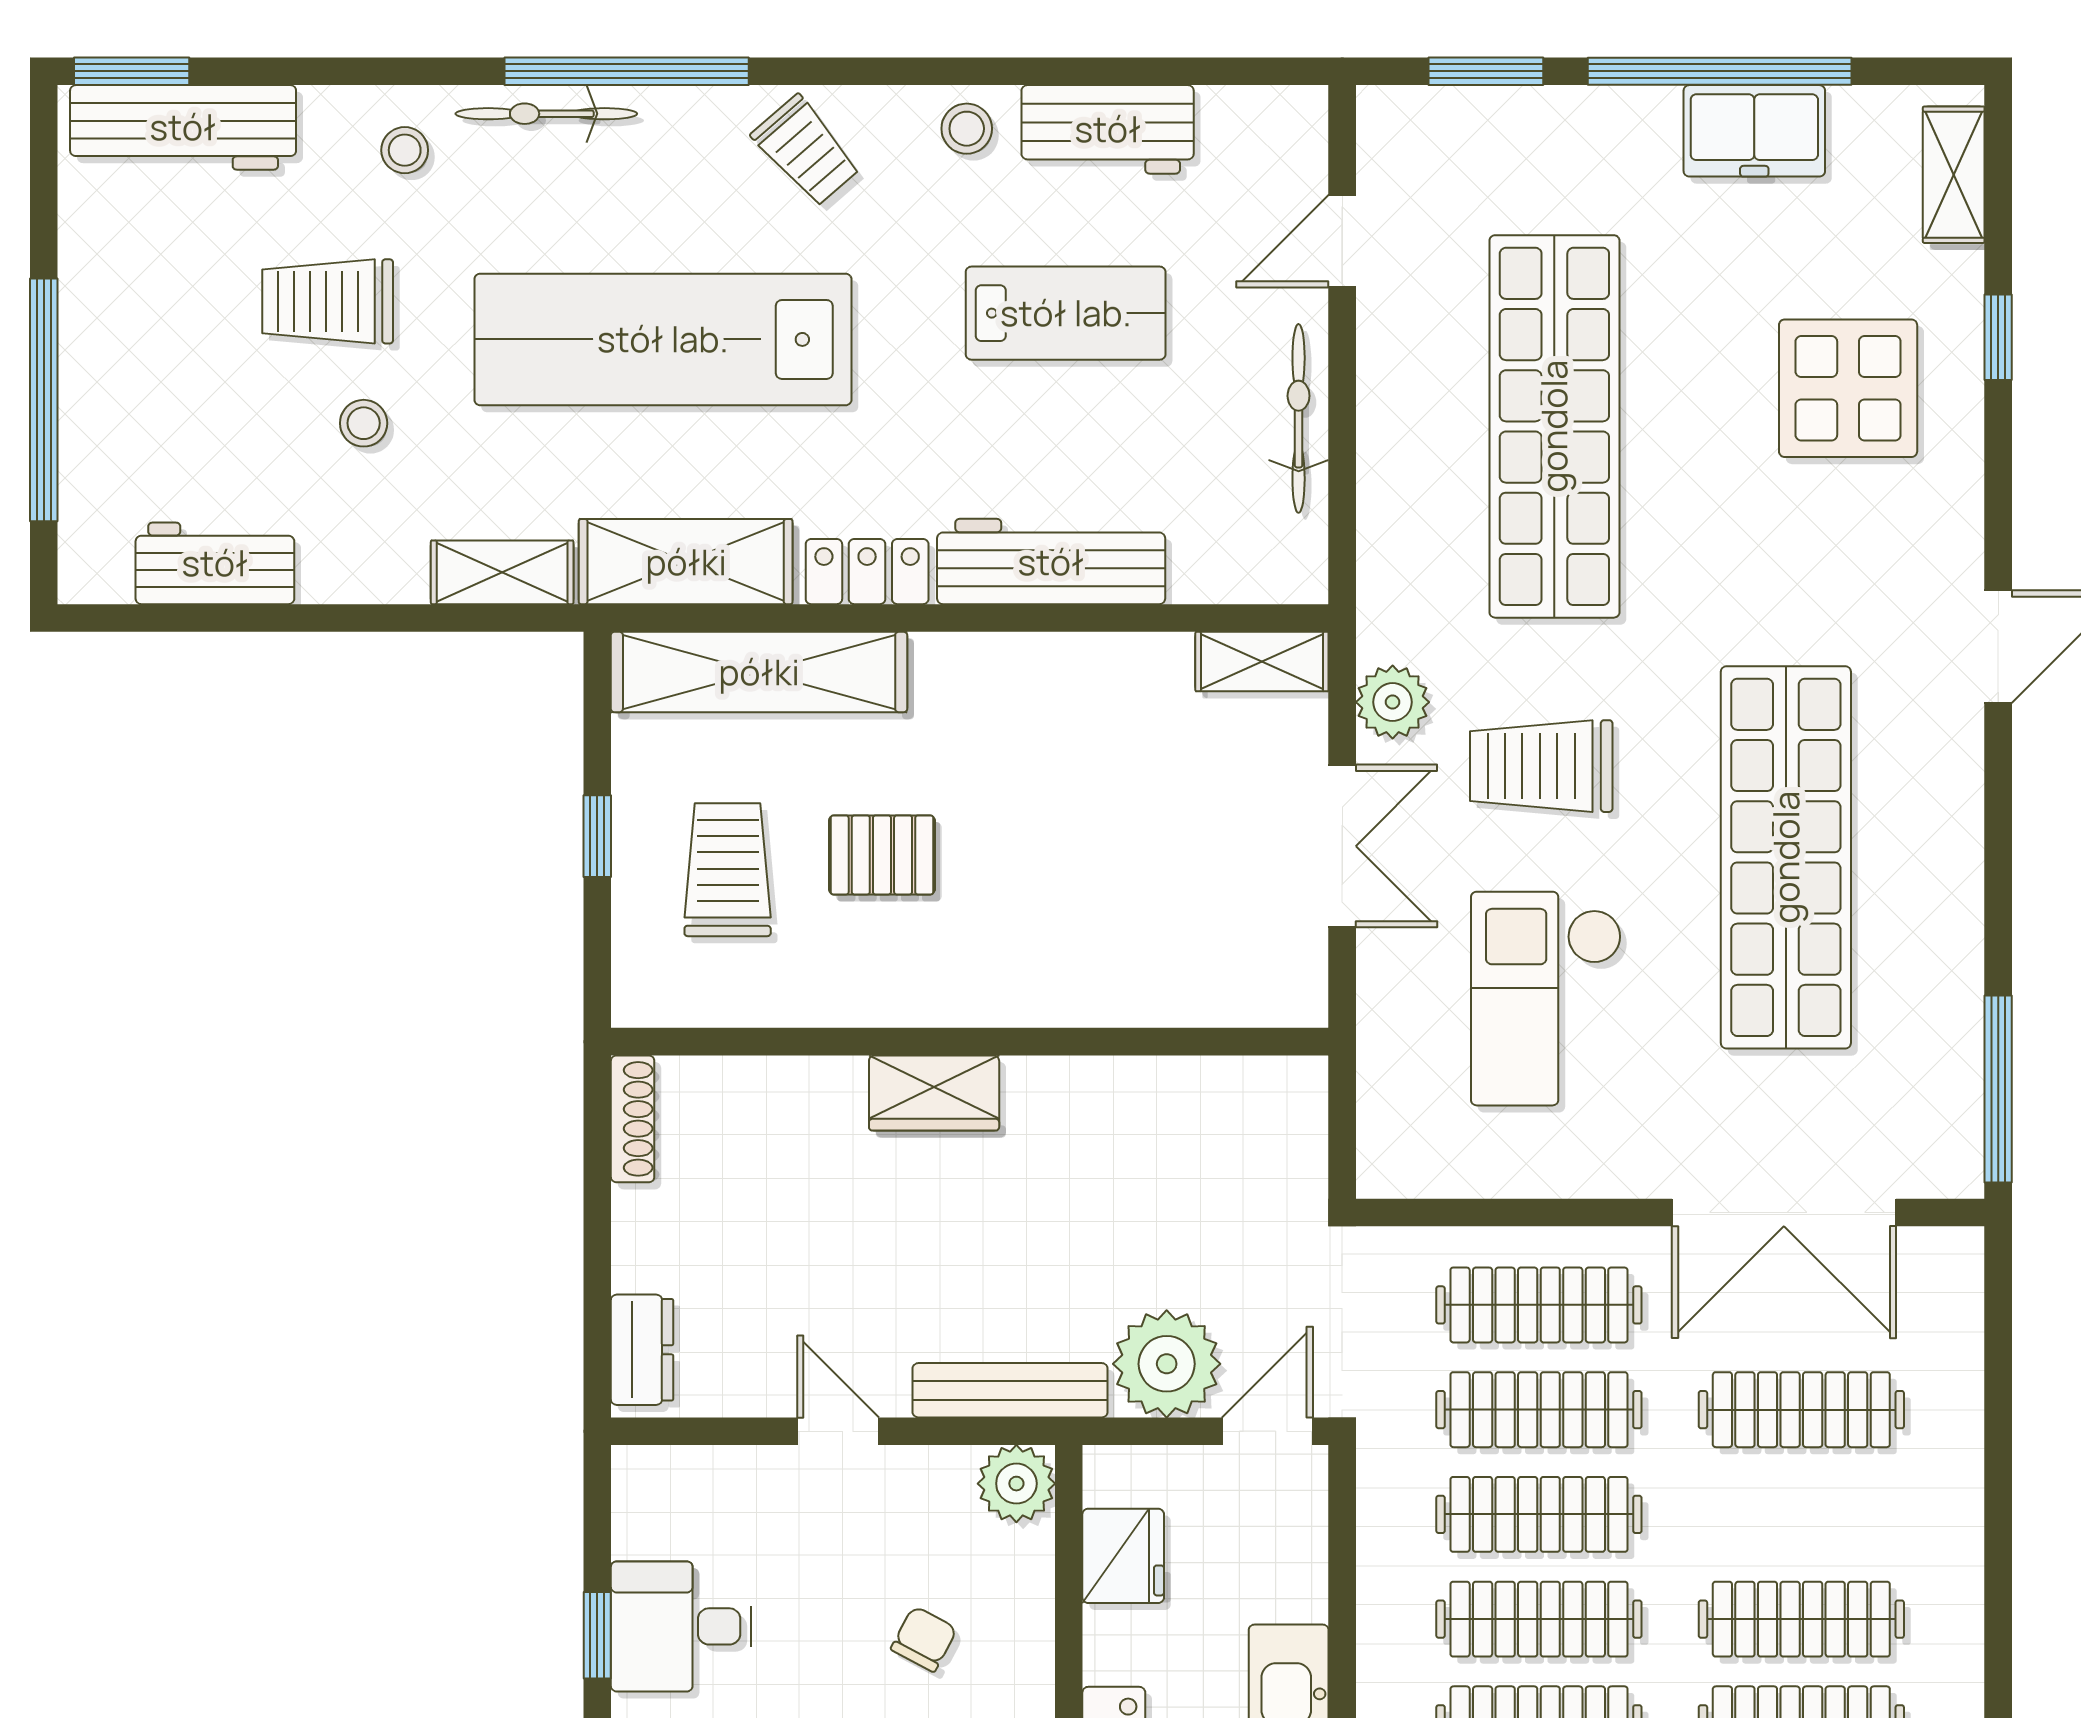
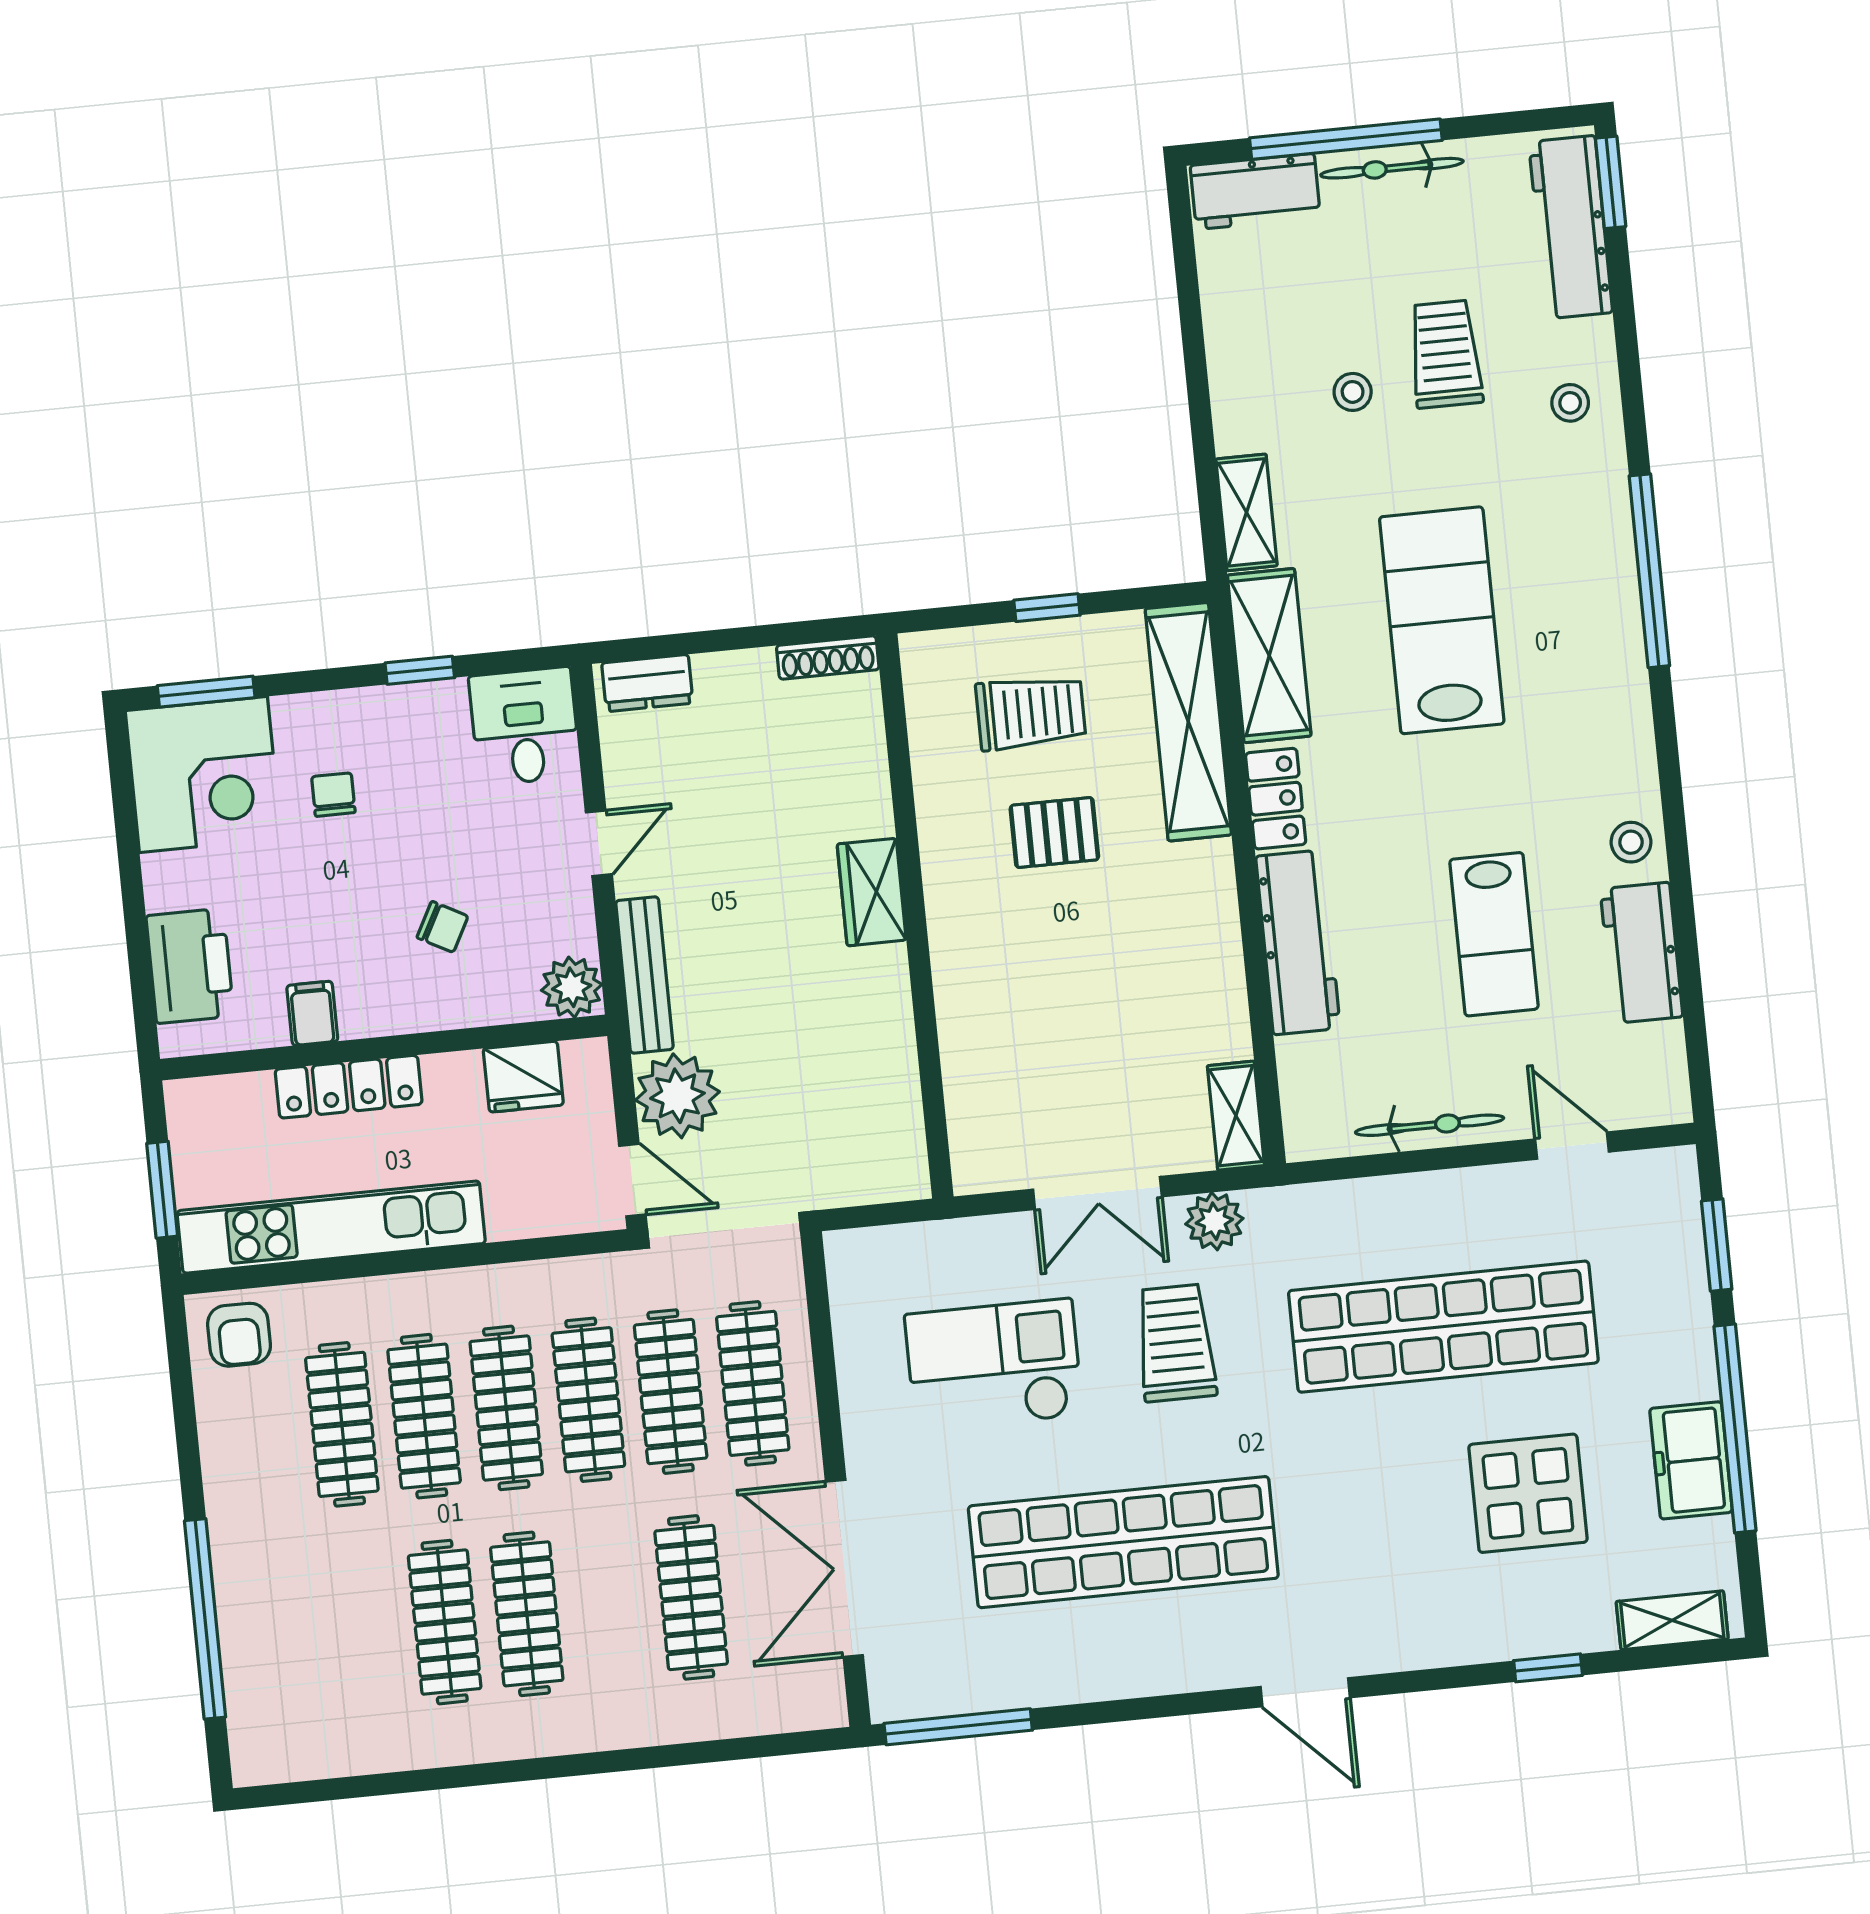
bicycle: (546, 114) -> (1392, 168), moved, turned -90
trolley: (806, 151) -> (1601, 718), removed
lab bench: (663, 339) -> (1442, 620), width x0.73
display table: (1848, 388) -> (1528, 1493), moved
workbench: (215, 563) -> (1255, 191), moved, turned 90
pallet: (882, 855) -> (1054, 833), turned 90
desk: (681, 1626) -> (525, 726), moved

